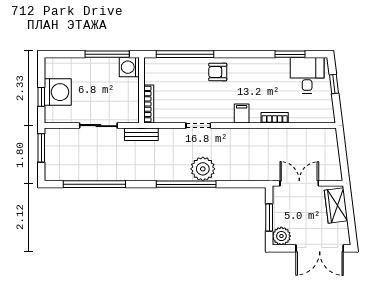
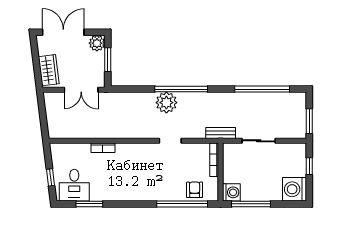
armchair: (218, 72) -> (195, 190), moved, turned -90
washing machine: (58, 92) -> (295, 189), moved
filing cabinet: (242, 114) -> (132, 151), removed

